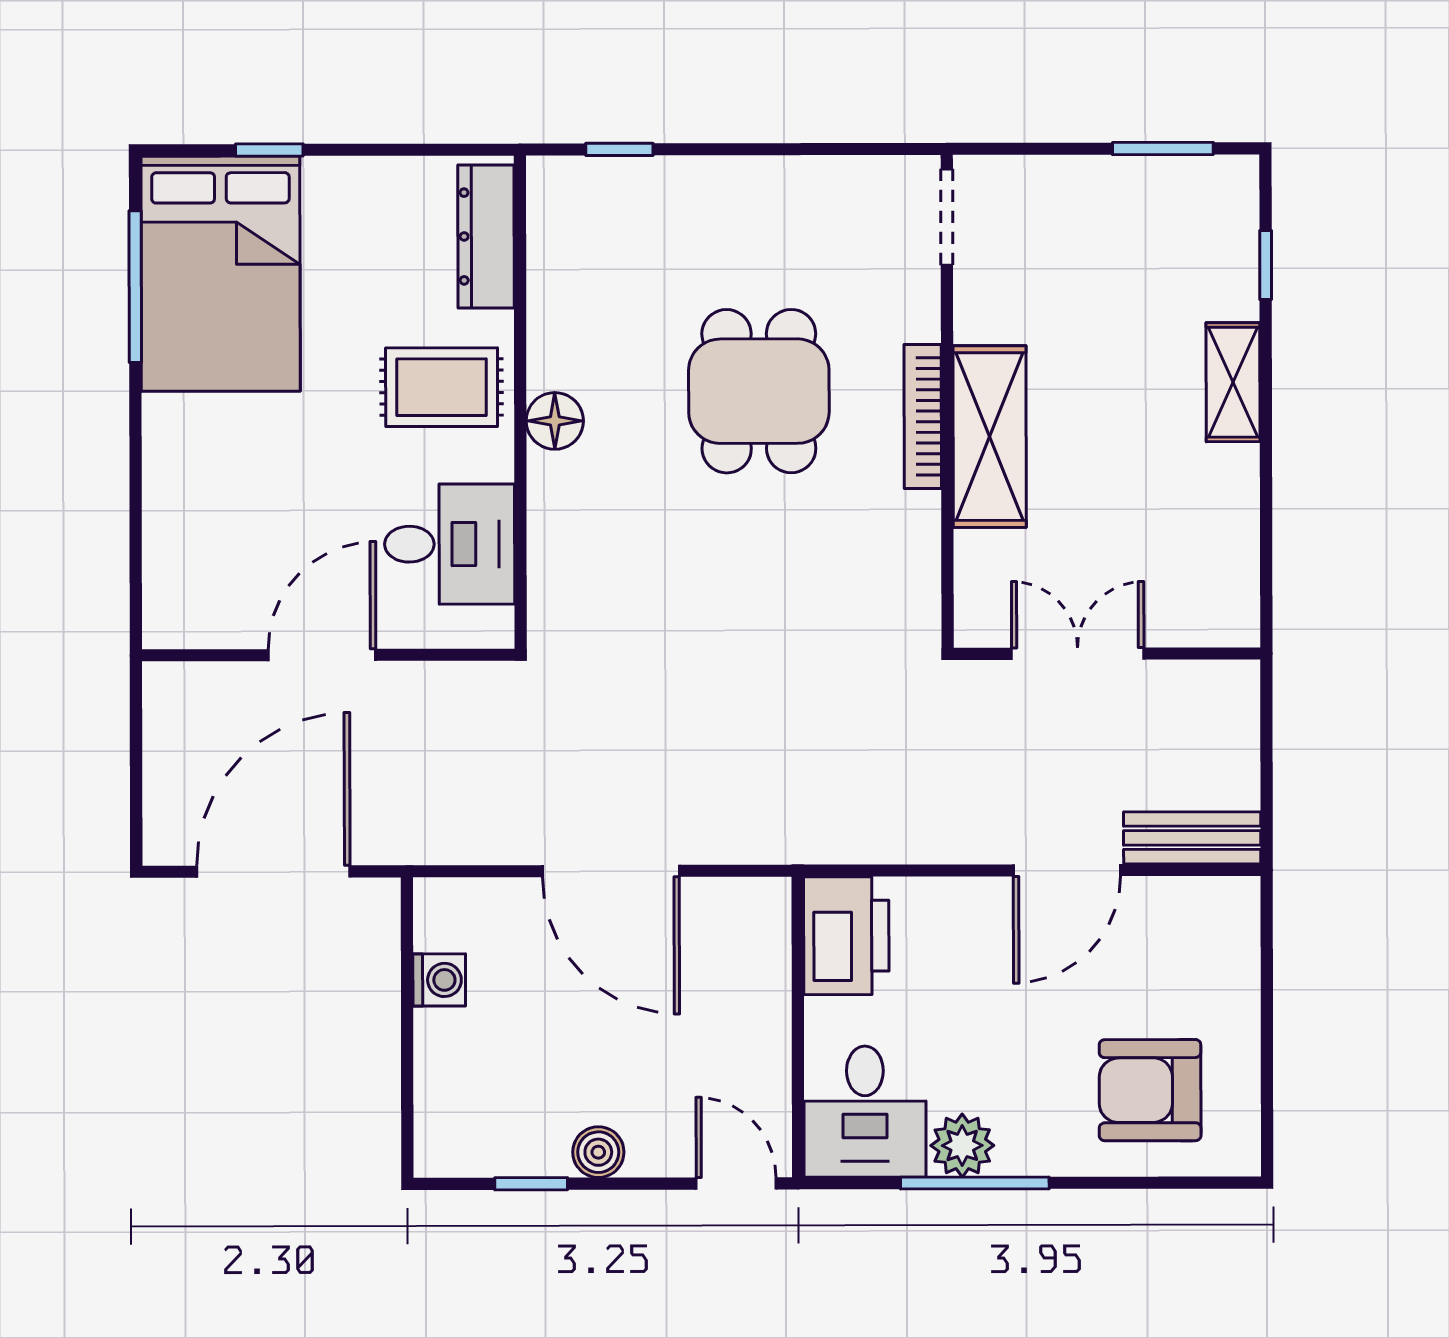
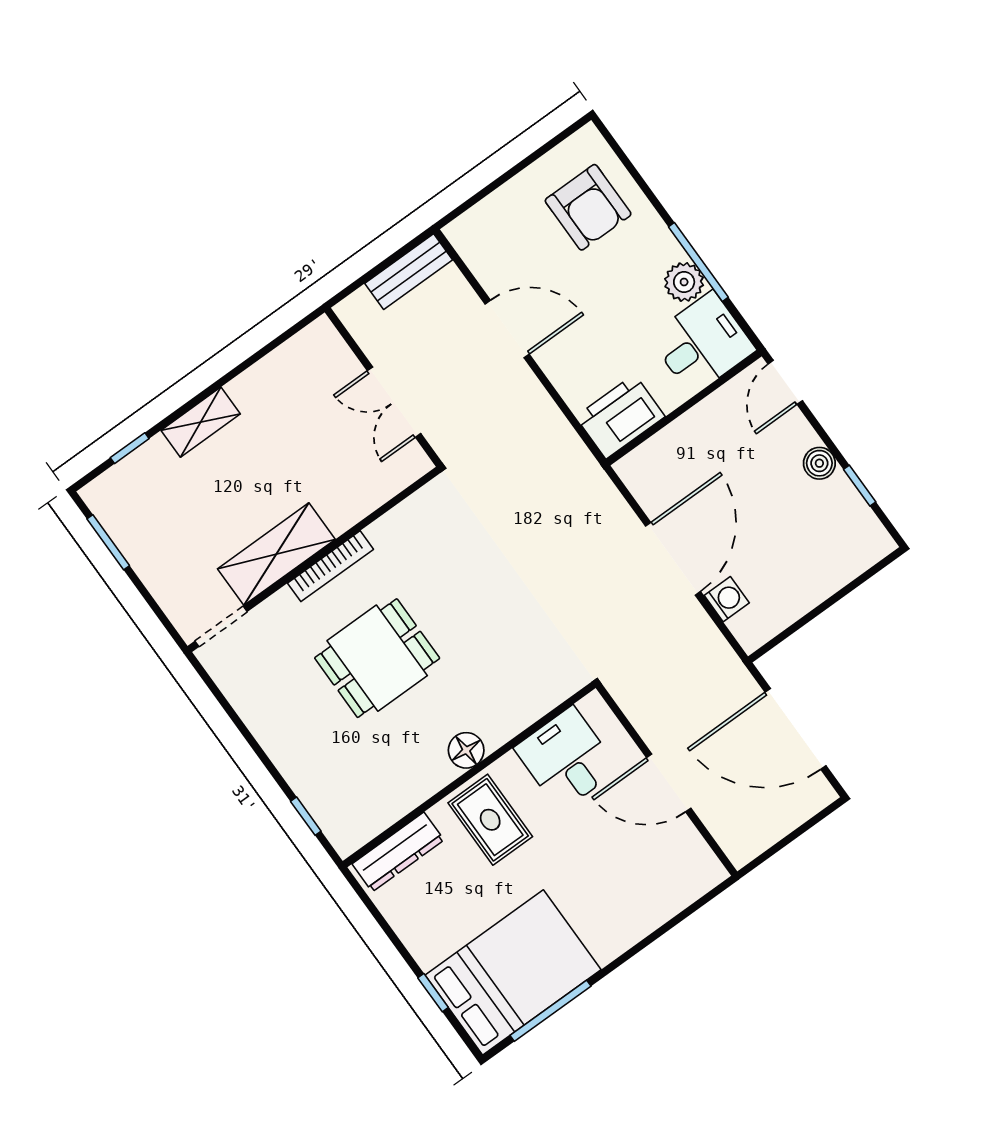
shelving: (990, 437) -> (276, 554), moved
bench: (1192, 838) -> (409, 272), moved, turned 90
washing machine: (439, 980) -> (727, 599), moved, turned 90

